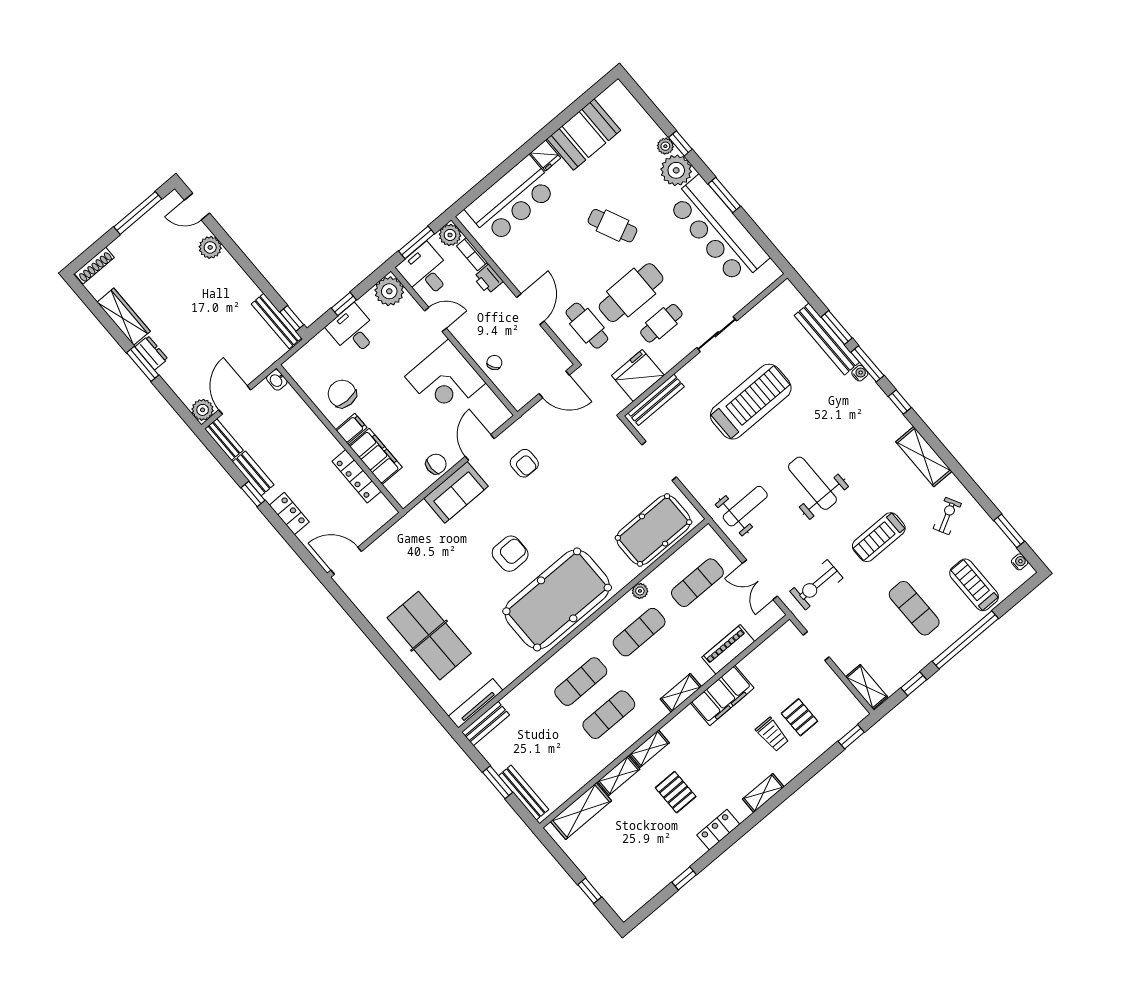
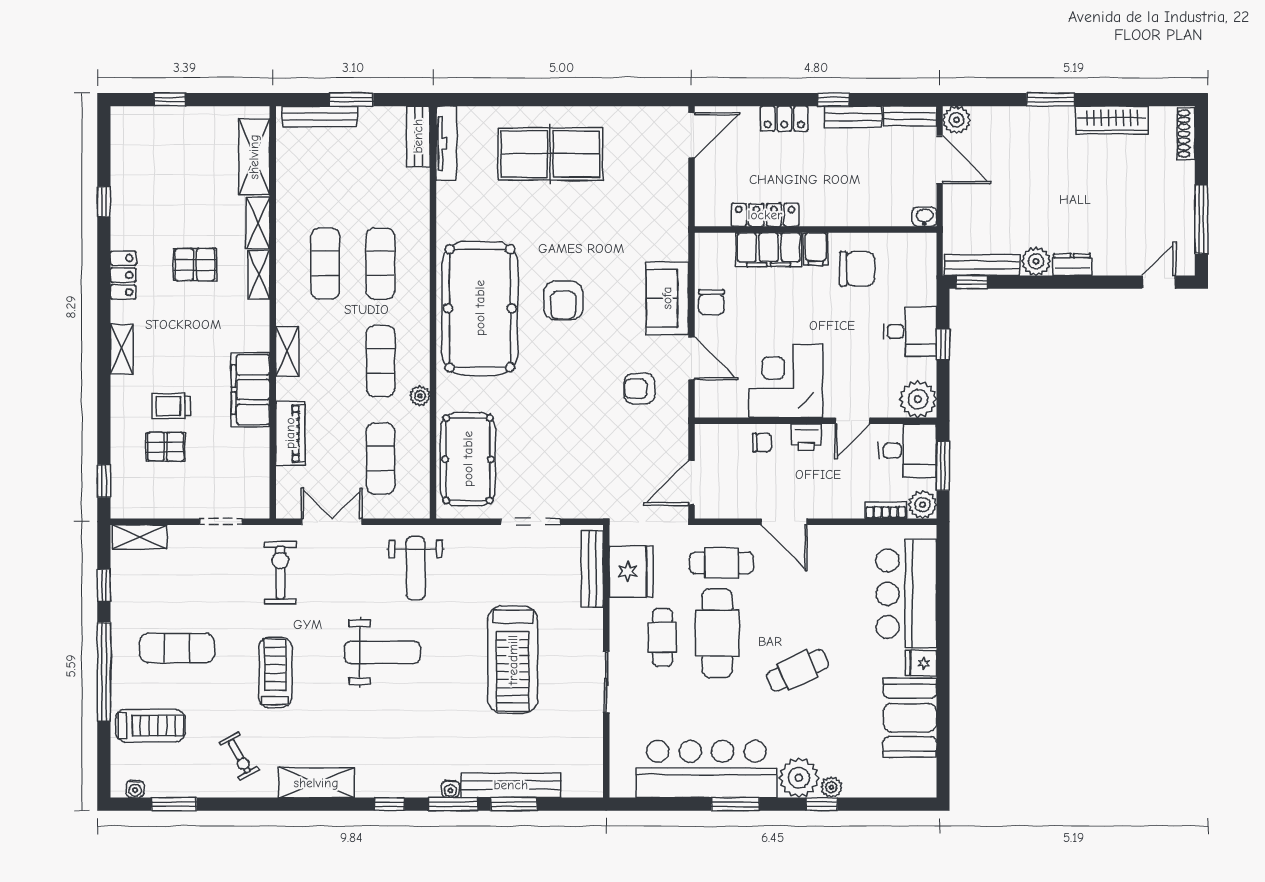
plant: (210, 247) -> (1036, 261), moved
printer: (488, 279) -> (806, 437), moved, turned 180
dresser: (151, 353) -> (1072, 265), moved, turned 180
chair: (494, 363) -> (762, 443), turned -58

